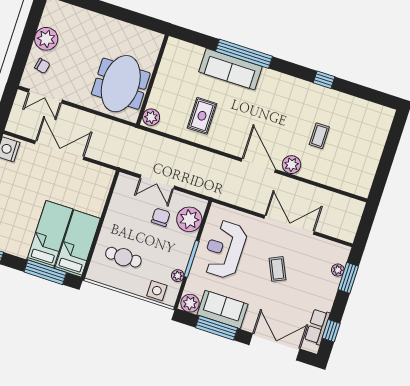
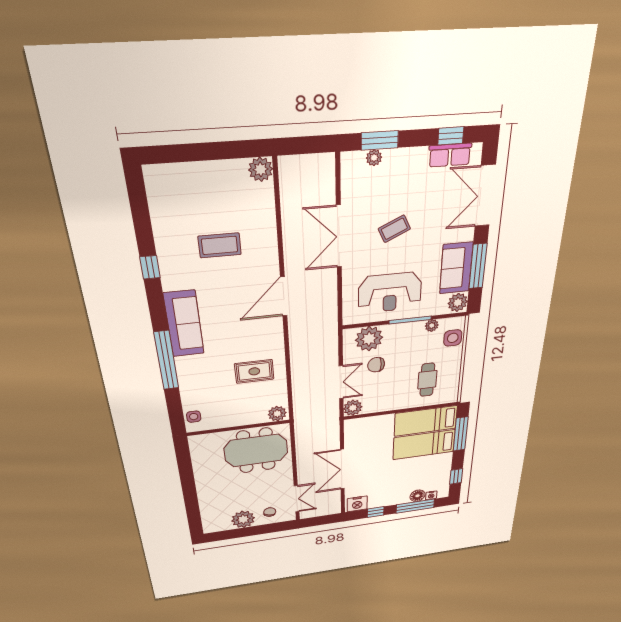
side table: (182, 49) -> (194, 417), added
sofa: (230, 69) -> (184, 324), moved
coffee table: (319, 136) -> (220, 245), width x1.36, depth x1.30
plant: (292, 165) -> (261, 169), moved
plant: (125, 183) -> (353, 408), added

